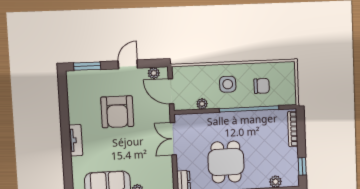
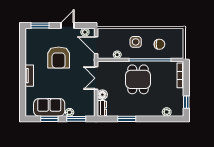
floor lamp: (183, 162) -> (102, 95), added
dining table: (226, 162) -> (138, 79), moved

